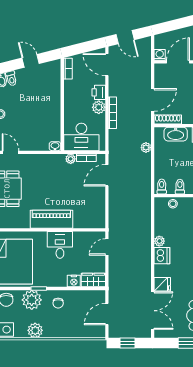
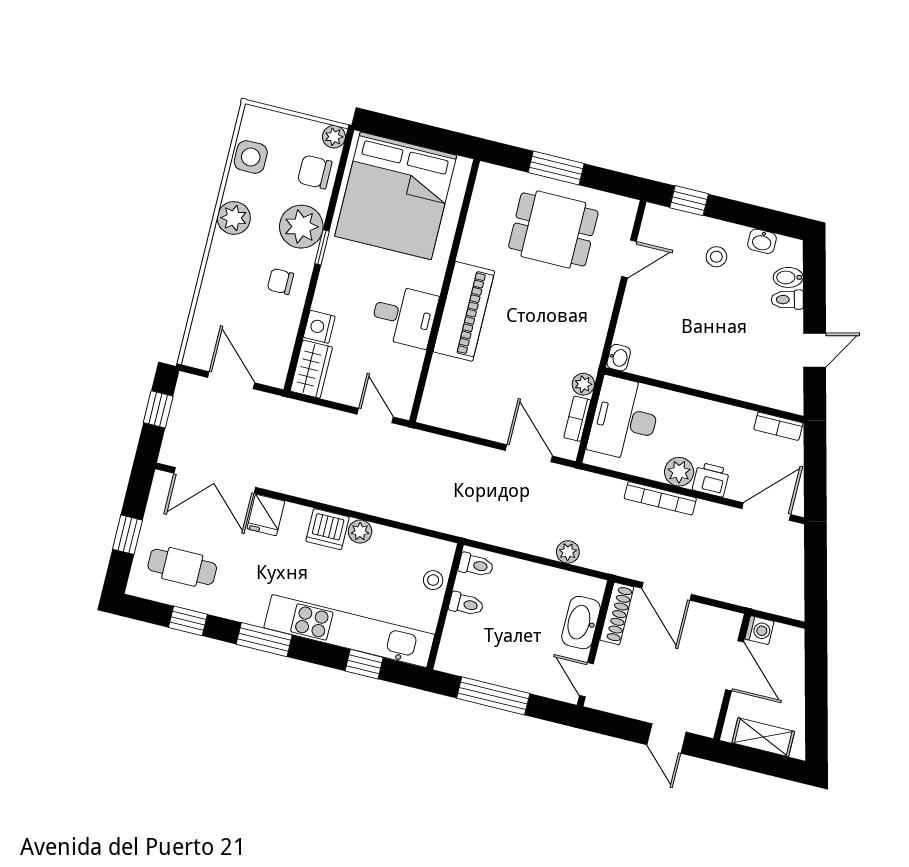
door: (125, 37) -> (816, 566), removed

